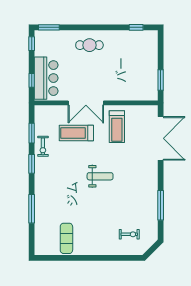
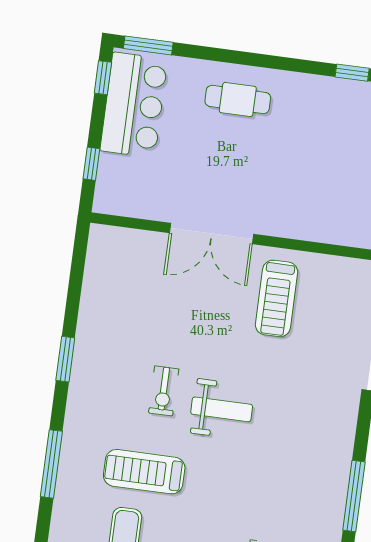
bar counter: (46, 78) -> (134, 105), moved
window: (32, 133) -> (75, 287), removed
treadmill: (76, 133) -> (144, 472), moved
exercise bike: (43, 146) -> (164, 391), moved

